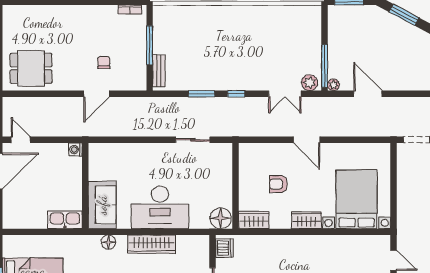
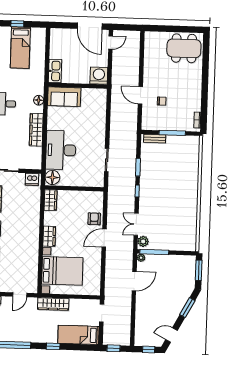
dining table: (31, 68) -> (184, 48), moved, width x1.38
washing machine: (76, 150) -> (99, 76), width x1.89, depth x1.89
armchair: (278, 184) -> (94, 219), moved
desk: (160, 207) -> (61, 150), moved
wardrobe: (405, 211) -> (53, 304), added

